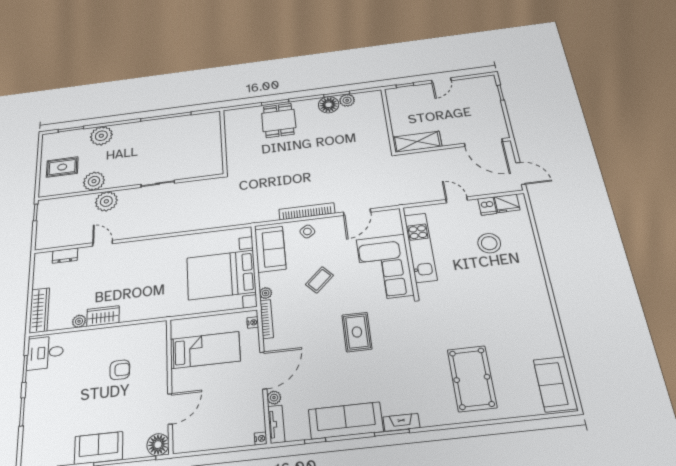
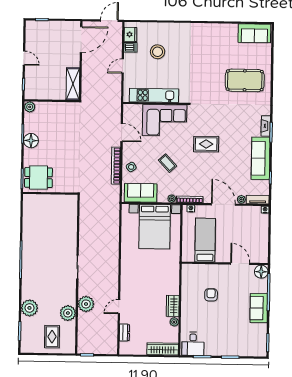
plant: (347, 100) -> (30, 107), moved
wall: (223, 142) -> (50, 193), moved

